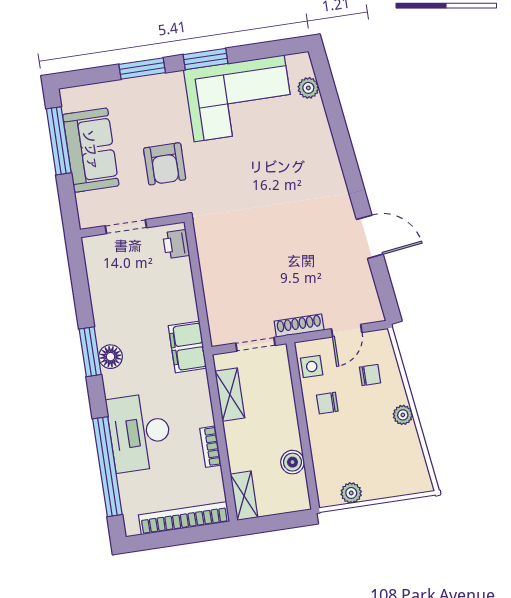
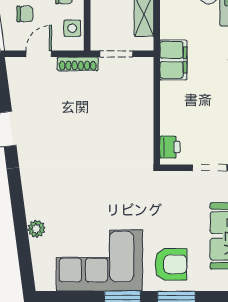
plant: (308, 88) -> (36, 229), moved
armchair: (165, 164) -> (171, 264), moved, turned 90
chair: (370, 375) -> (25, 14), turned 180

